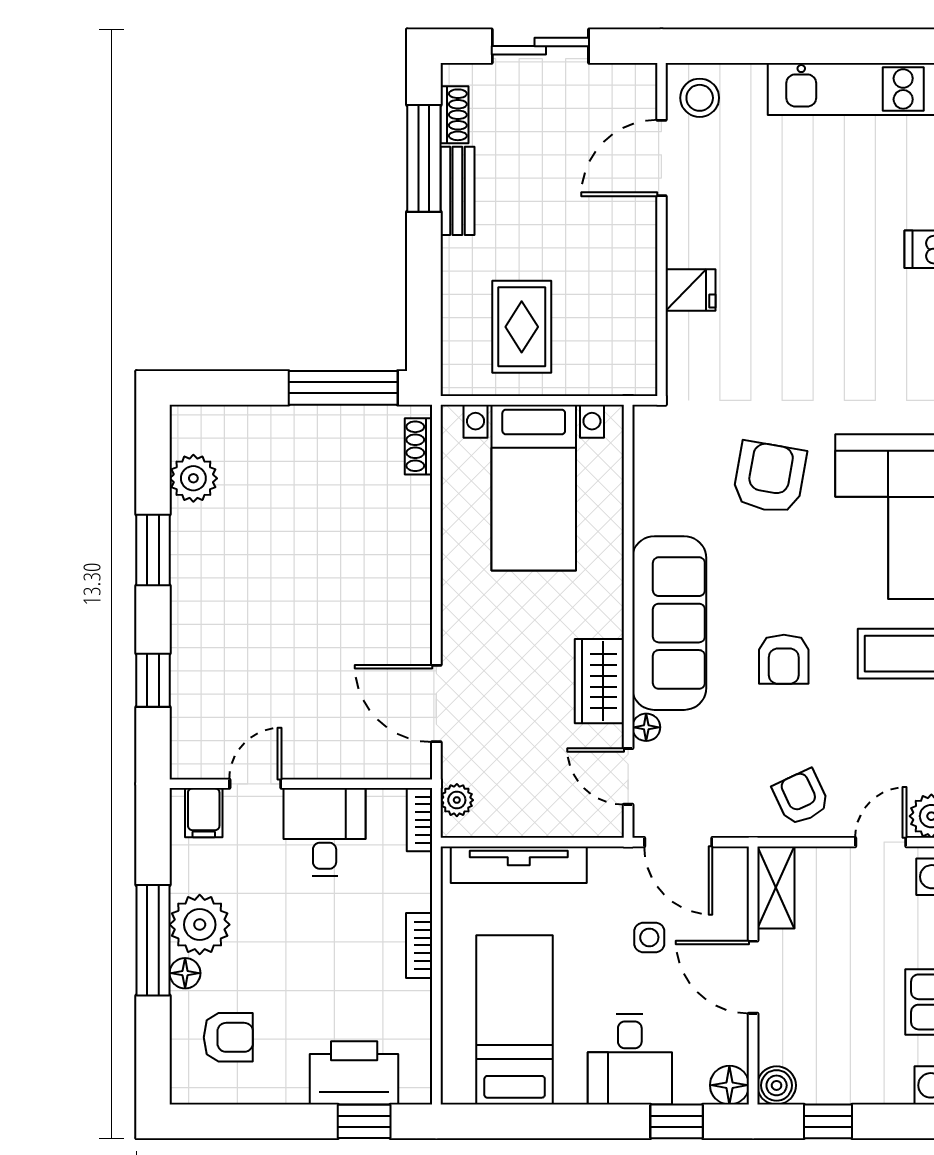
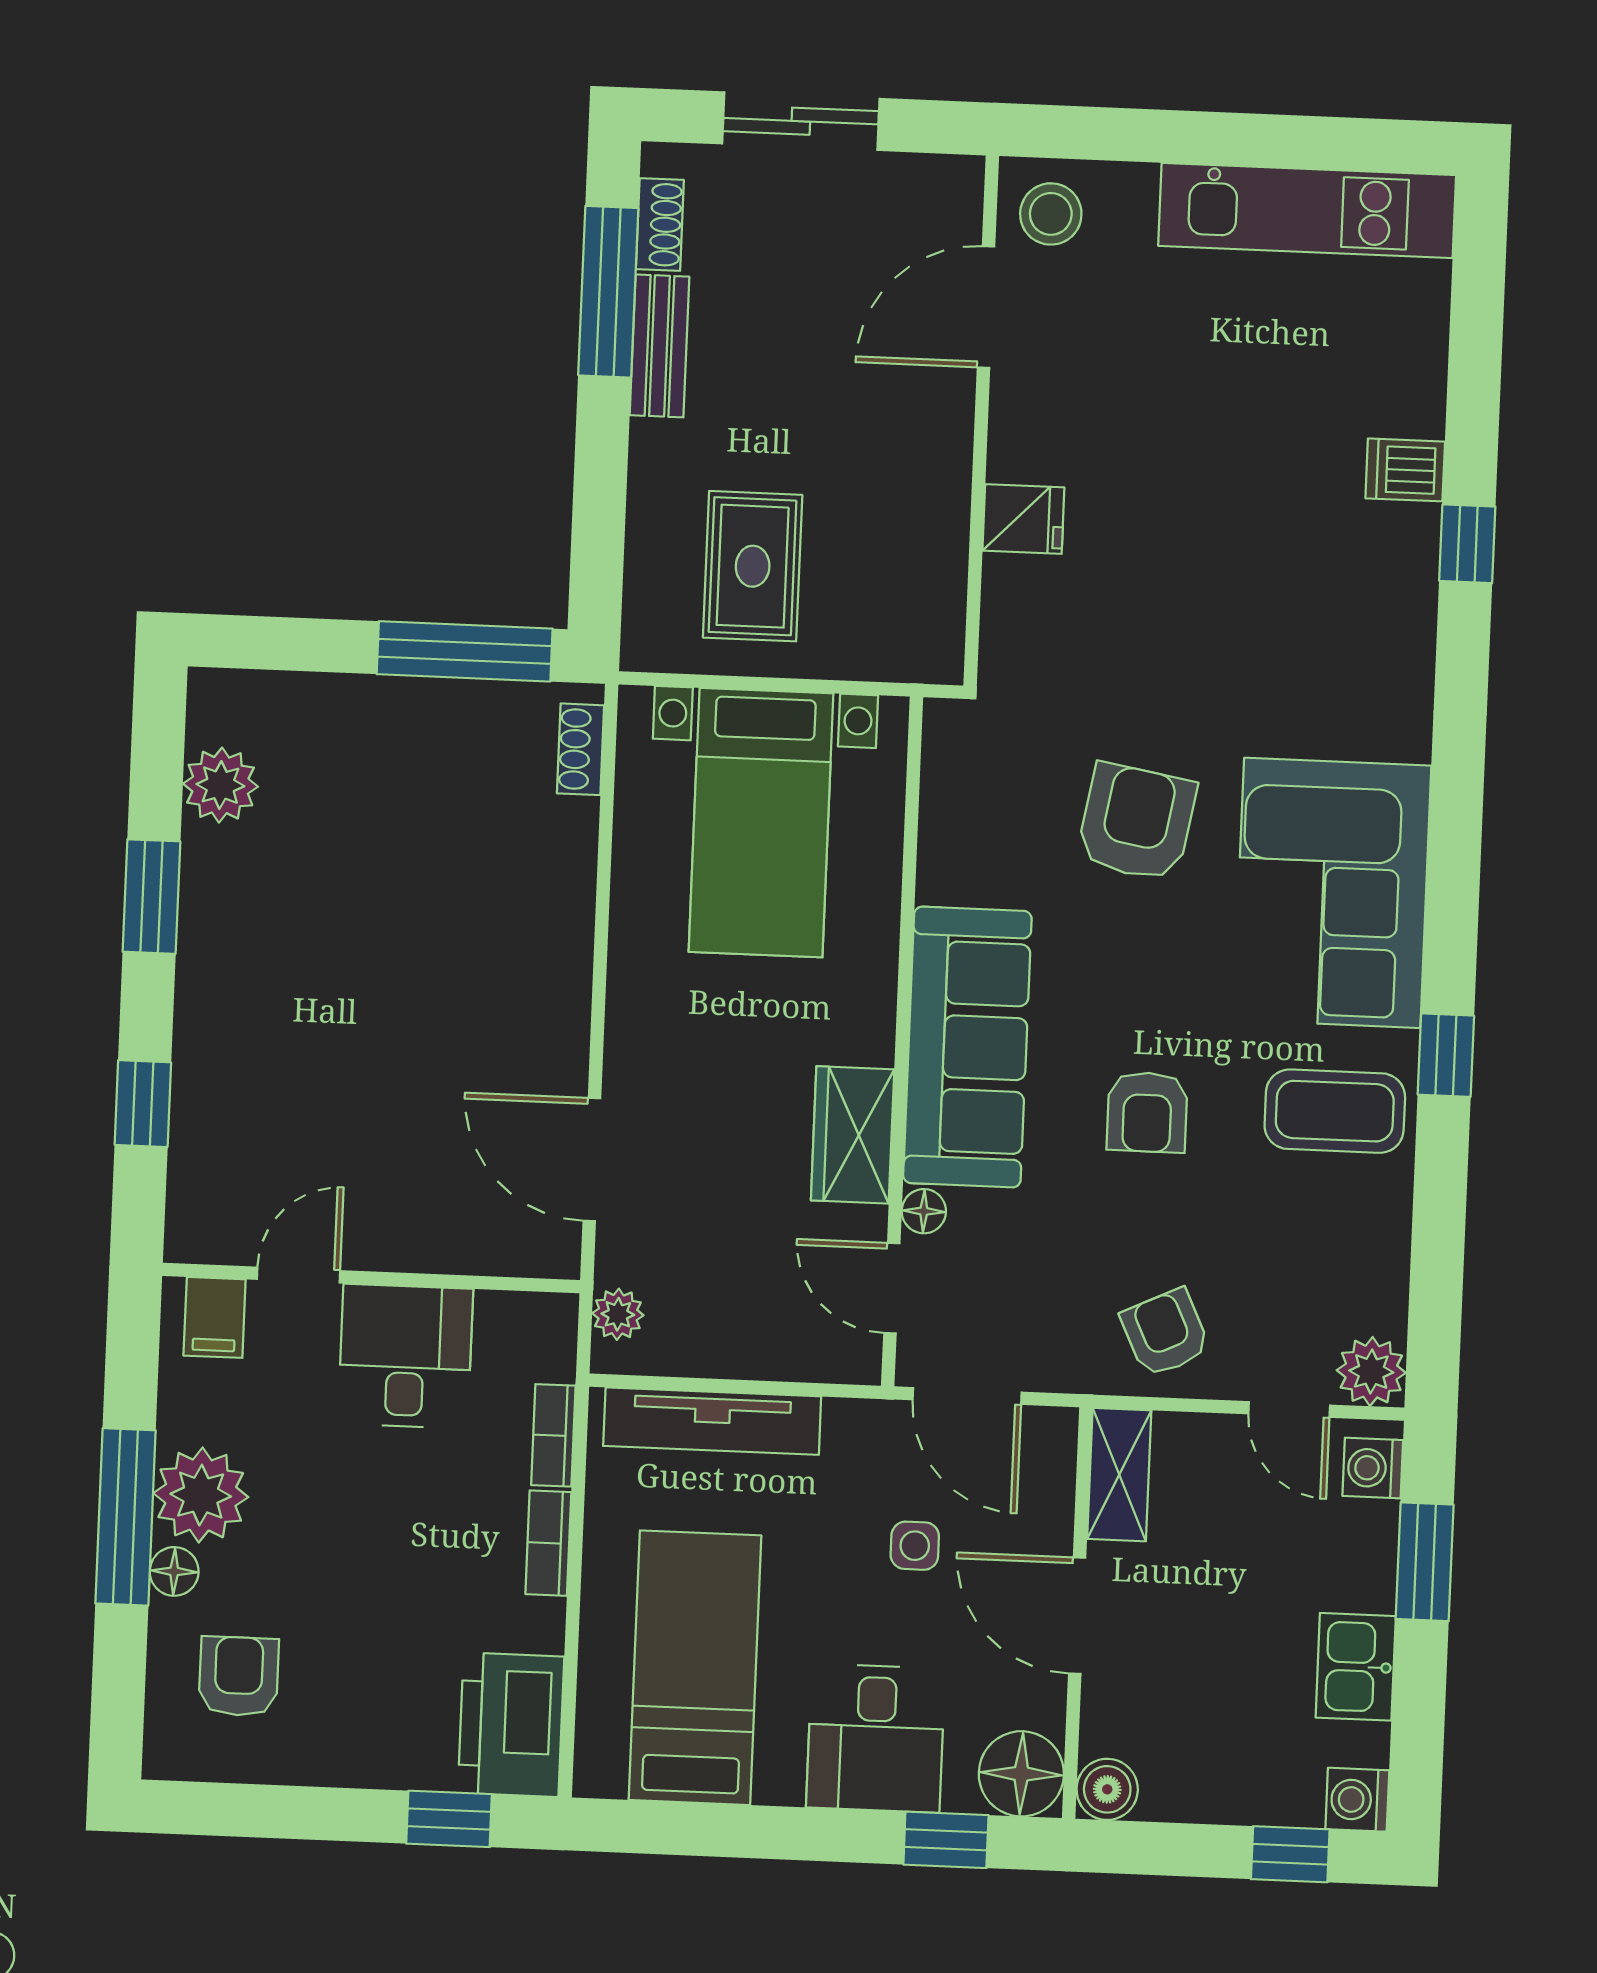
bookcase: (420, 820) -> (553, 1435), moved
door: (881, 842) -> (1289, 1409), swing flipped
armchair: (228, 1037) -> (239, 1676), turned -90
printer: (354, 1073) -> (511, 1725), moved, turned -90
floor lamp: (729, 1085) -> (1021, 1774), width x1.38, depth x1.38
window: (828, 1121) -> (1290, 1854), moved

